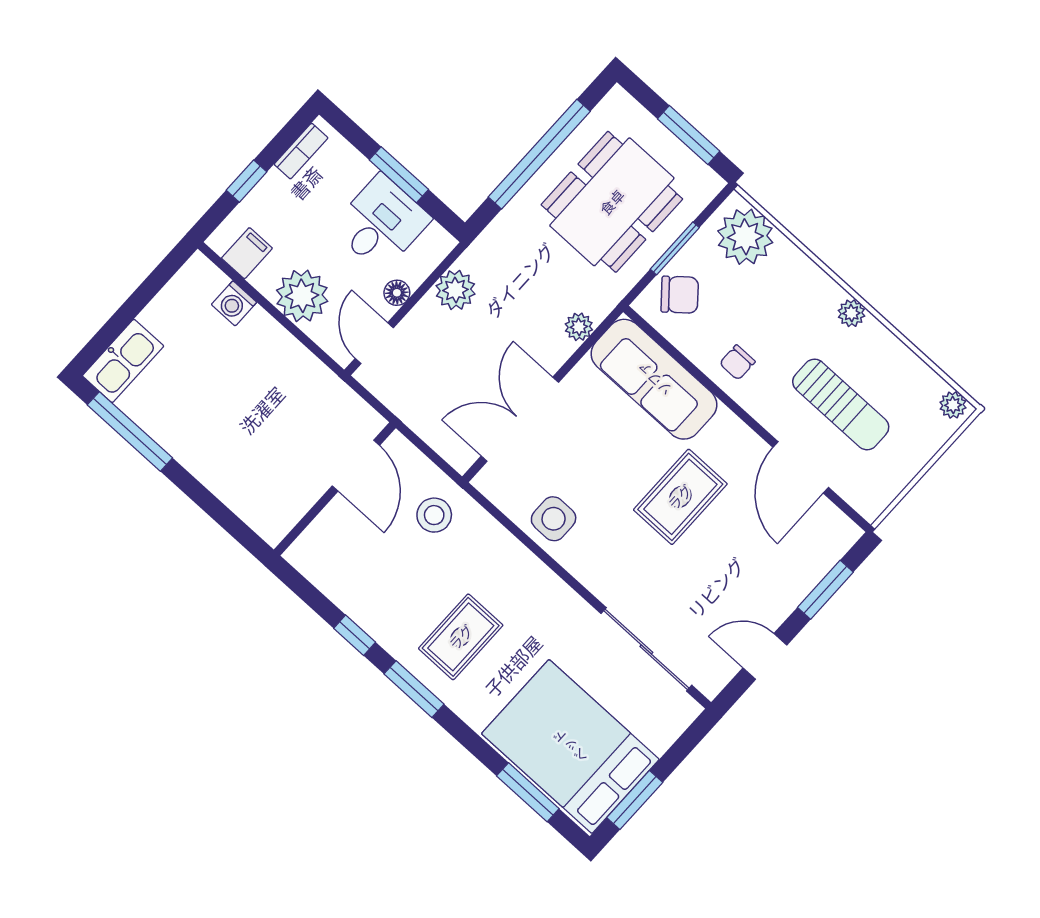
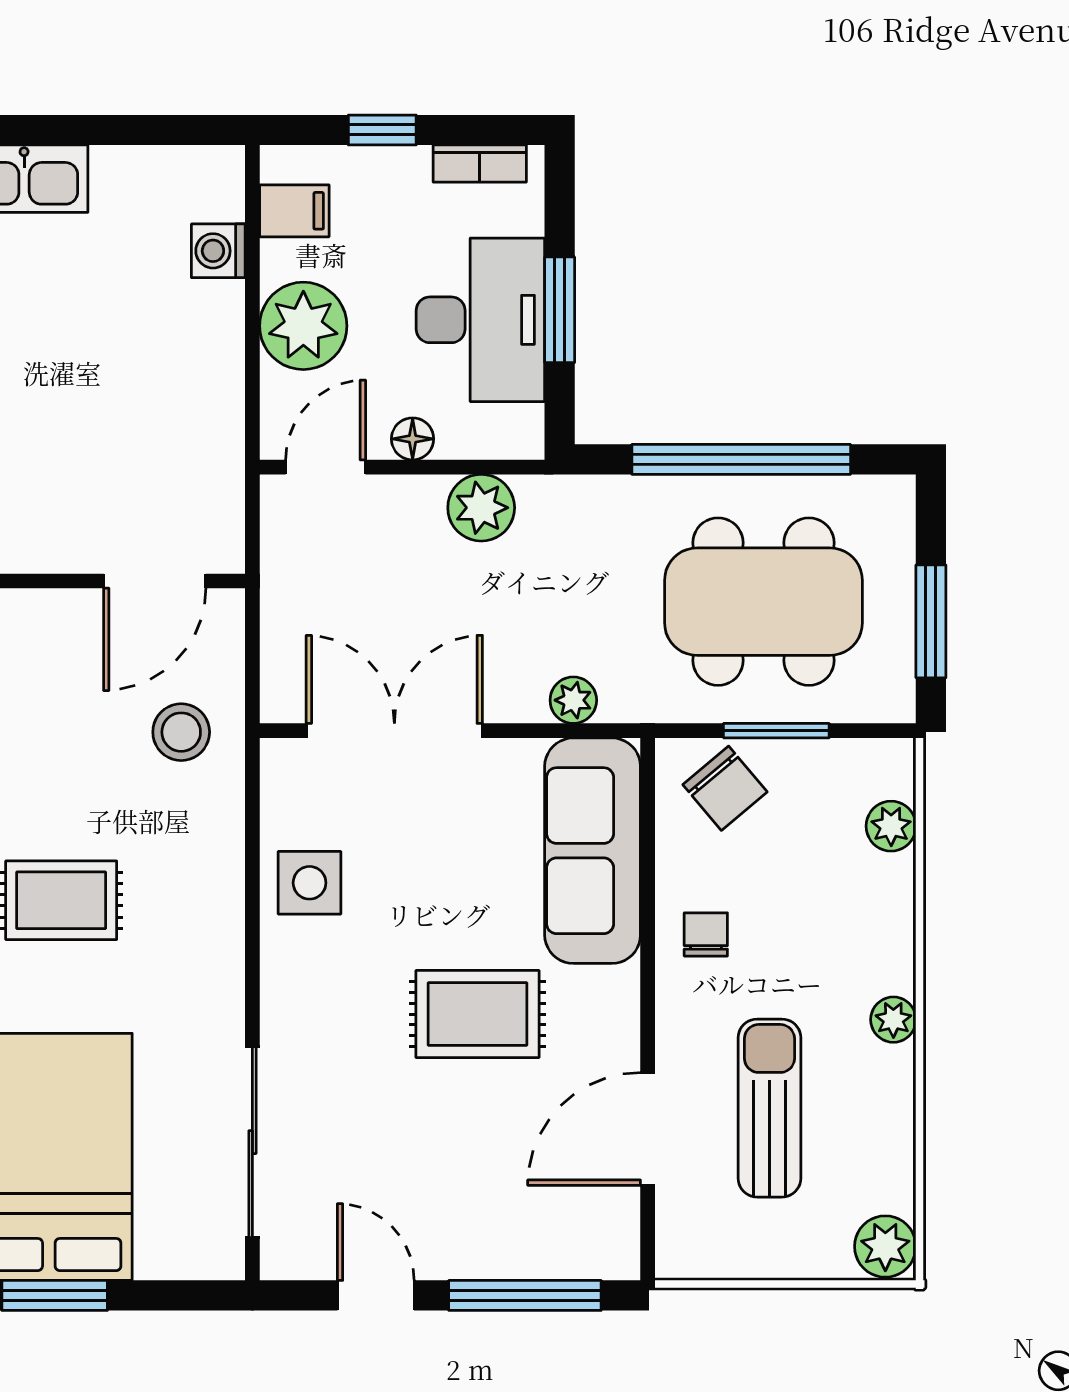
desk: (381, 223) -> (480, 320), width x1.37
plant: (745, 237) -> (891, 826), width x0.53, depth x0.53
chair: (737, 362) -> (706, 934), turned 90
sun lounger: (841, 404) -> (769, 1108), turned 180
plant: (953, 405) -> (885, 1246), width x1.38, depth x1.38
window: (825, 590) -> (525, 1295), width x1.44

